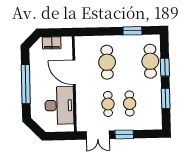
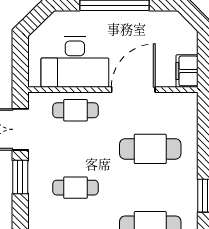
filing cabinet: (52, 43) -> (187, 71), moved
cafe table: (108, 104) -> (75, 110), moved

